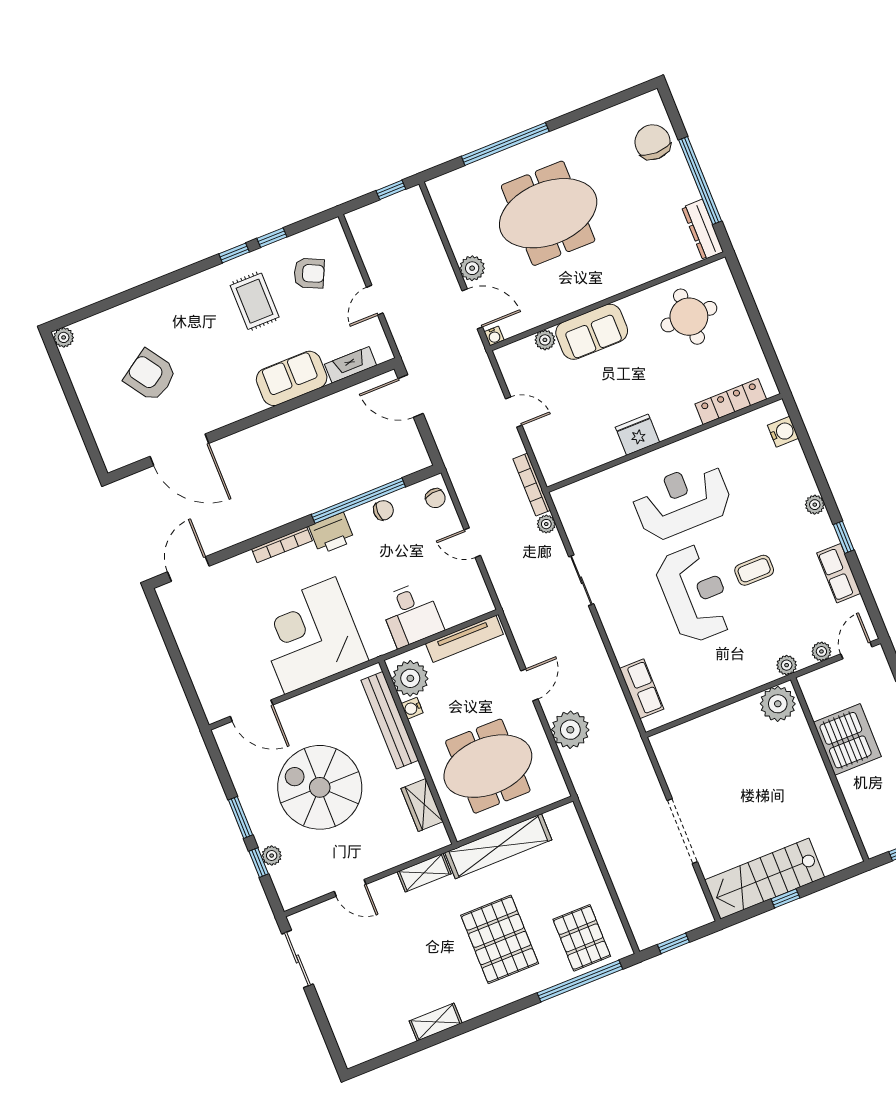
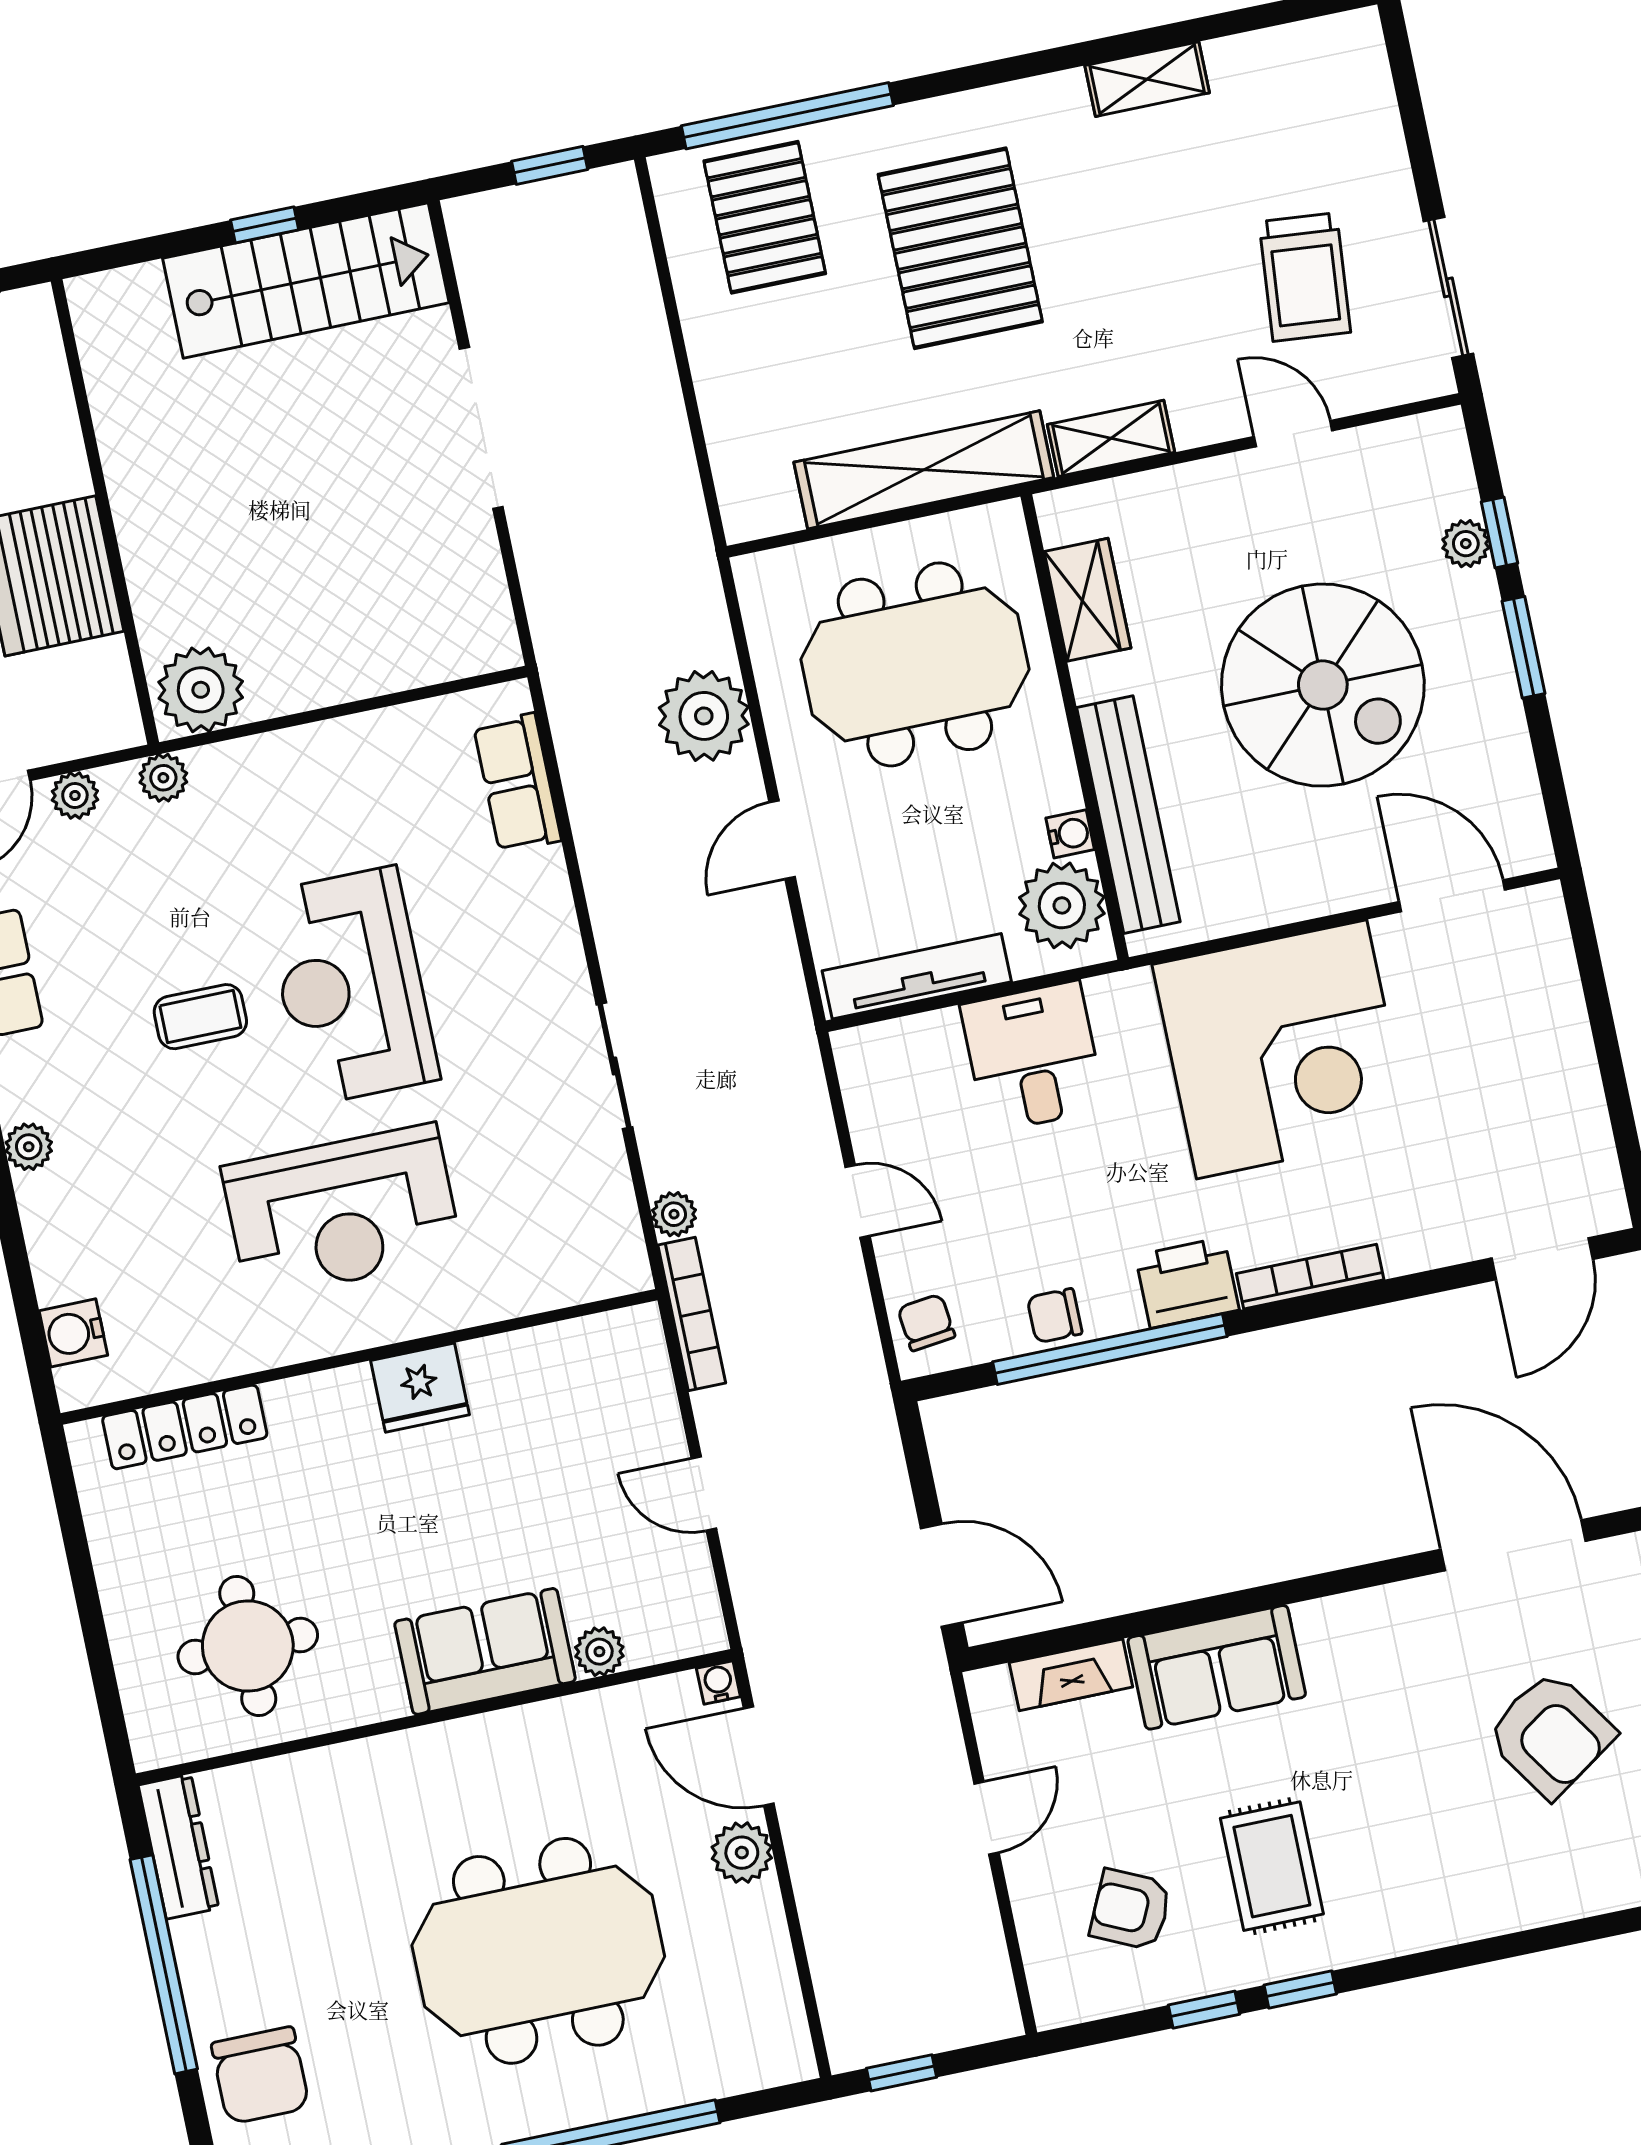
trolley: (357, 953) -> (1305, 277), added

